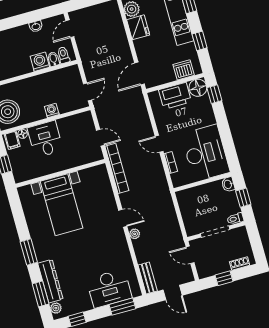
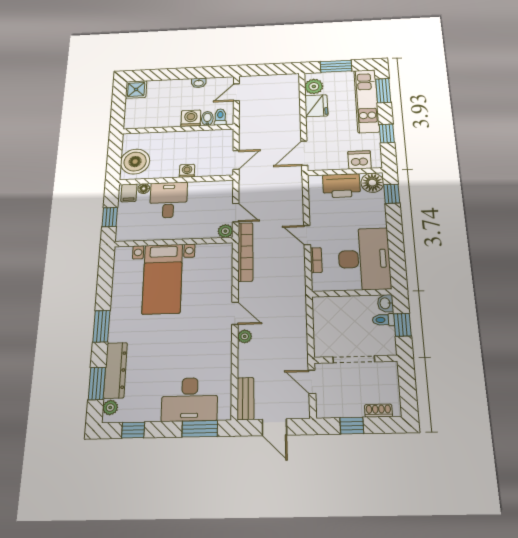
plant: (97, 155) -> (225, 231), added
toilet: (235, 219) -> (383, 320), moved

